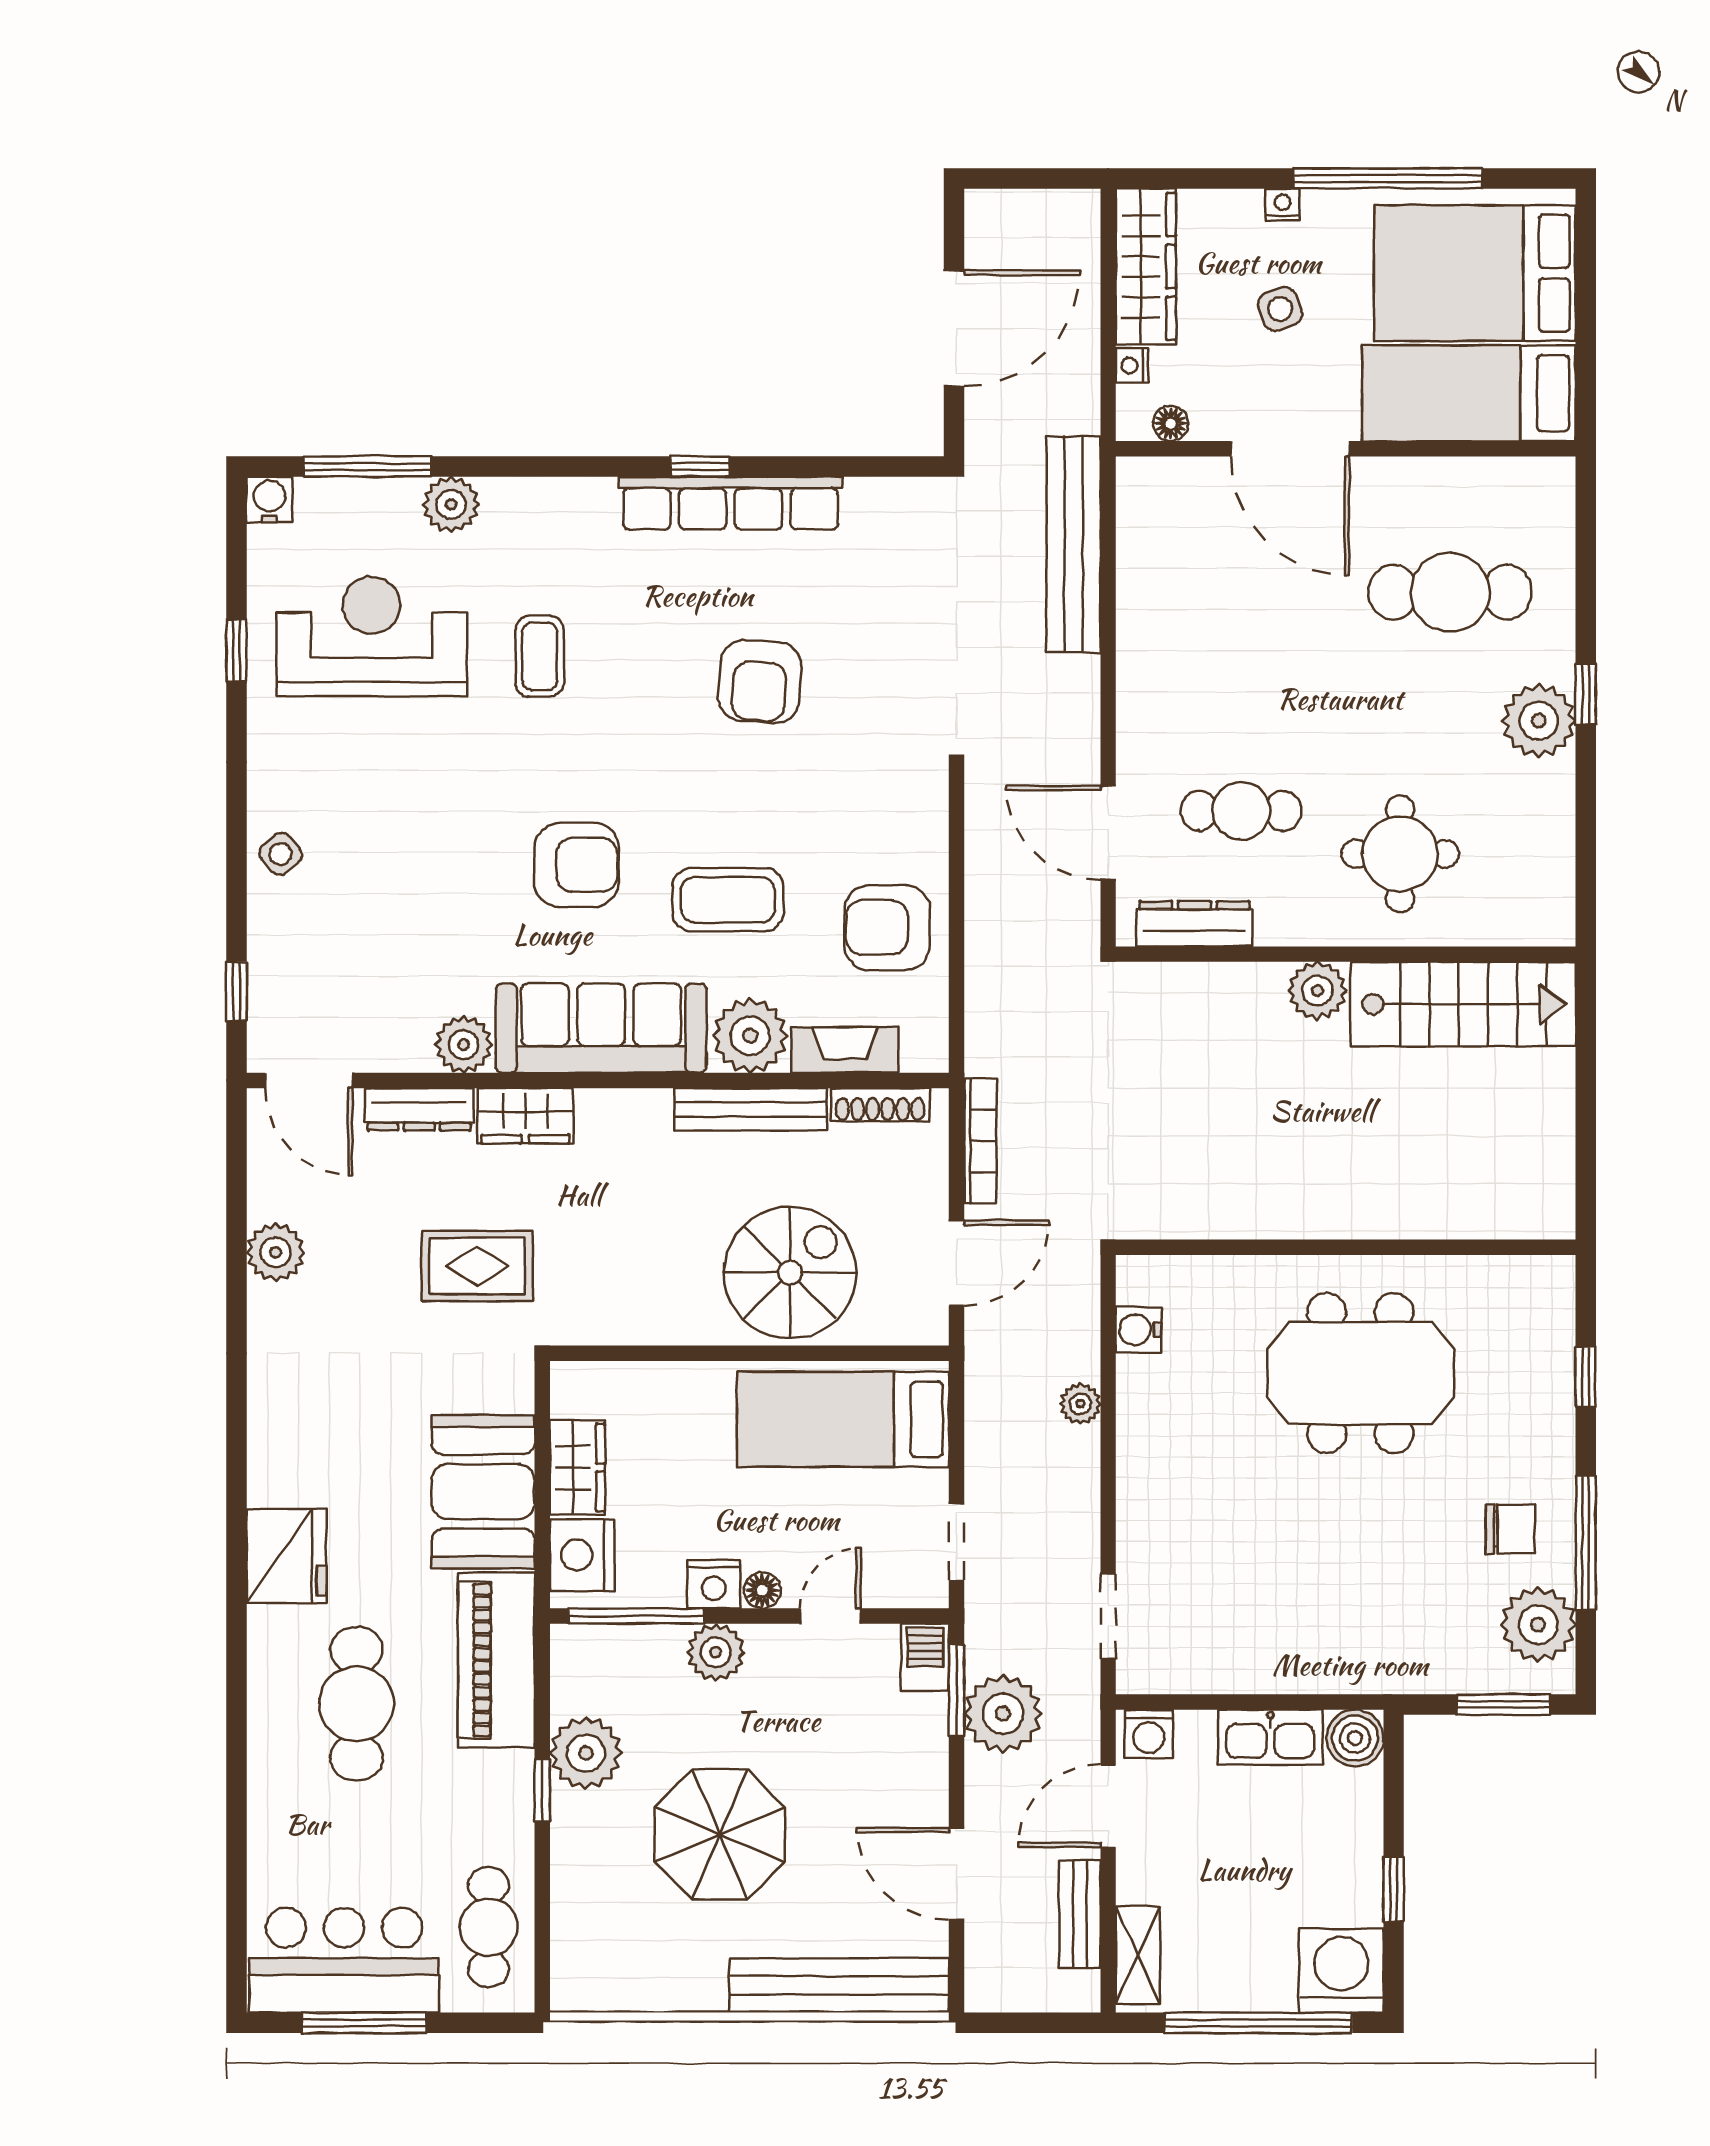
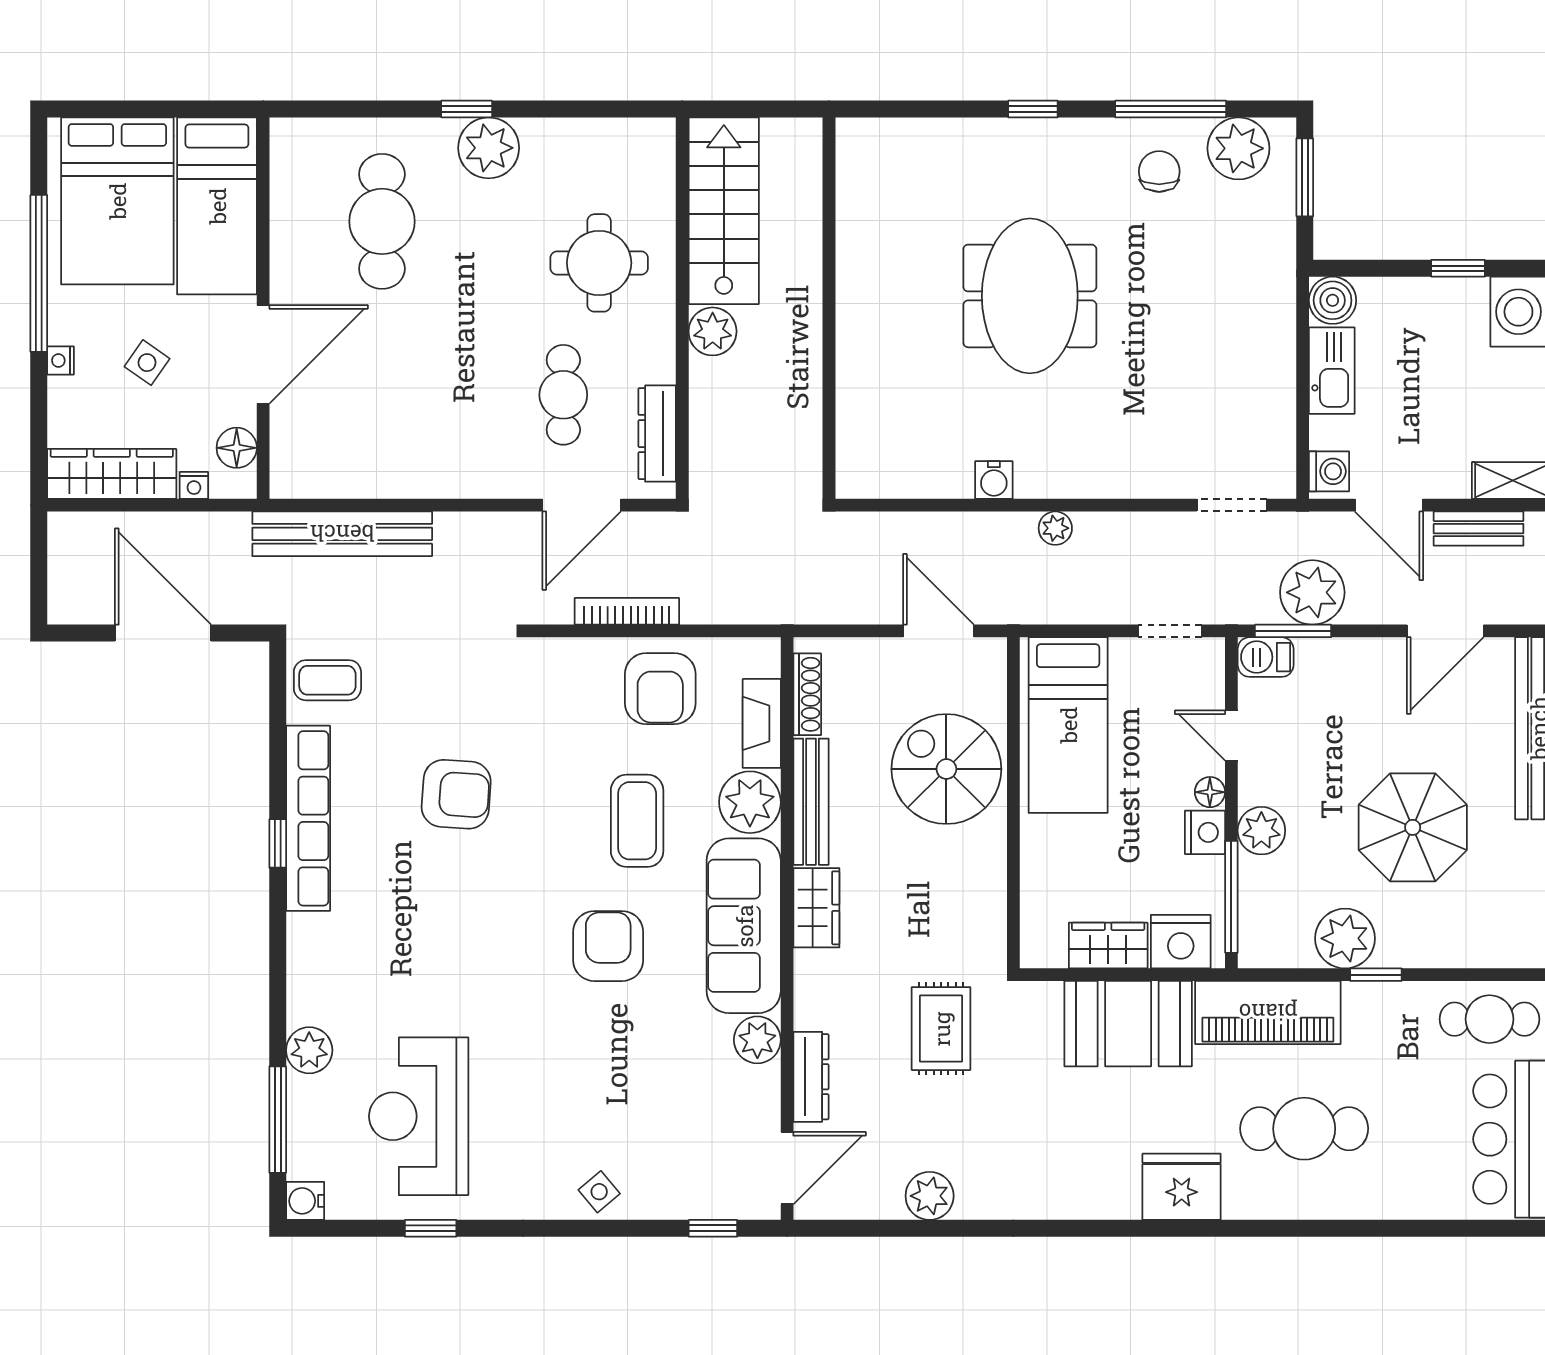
side table: (1280, 309) -> (147, 363), turned -36
floor lamp: (1171, 424) -> (237, 448), width x1.37, depth x1.37
coffee table: (540, 656) -> (327, 680), moved
wardrobe: (525, 1116) -> (816, 908), moved
bookcase: (980, 1141) -> (627, 611), moved
wall: (1346, 1247) -> (829, 308), moved

